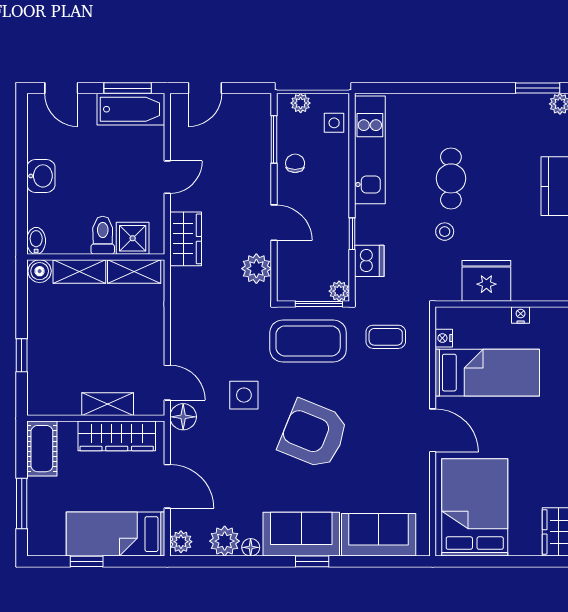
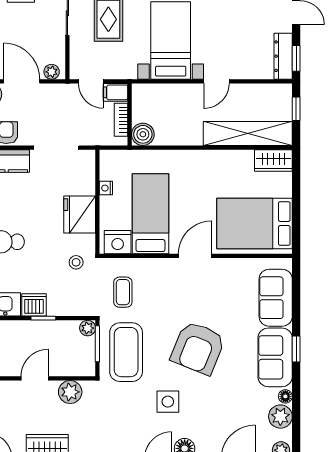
stool: (445, 232) -> (76, 262), moved
dishwasher: (369, 261) -> (34, 305), moved
nightstand: (444, 338) -> (118, 242), width x1.89, depth x1.79

